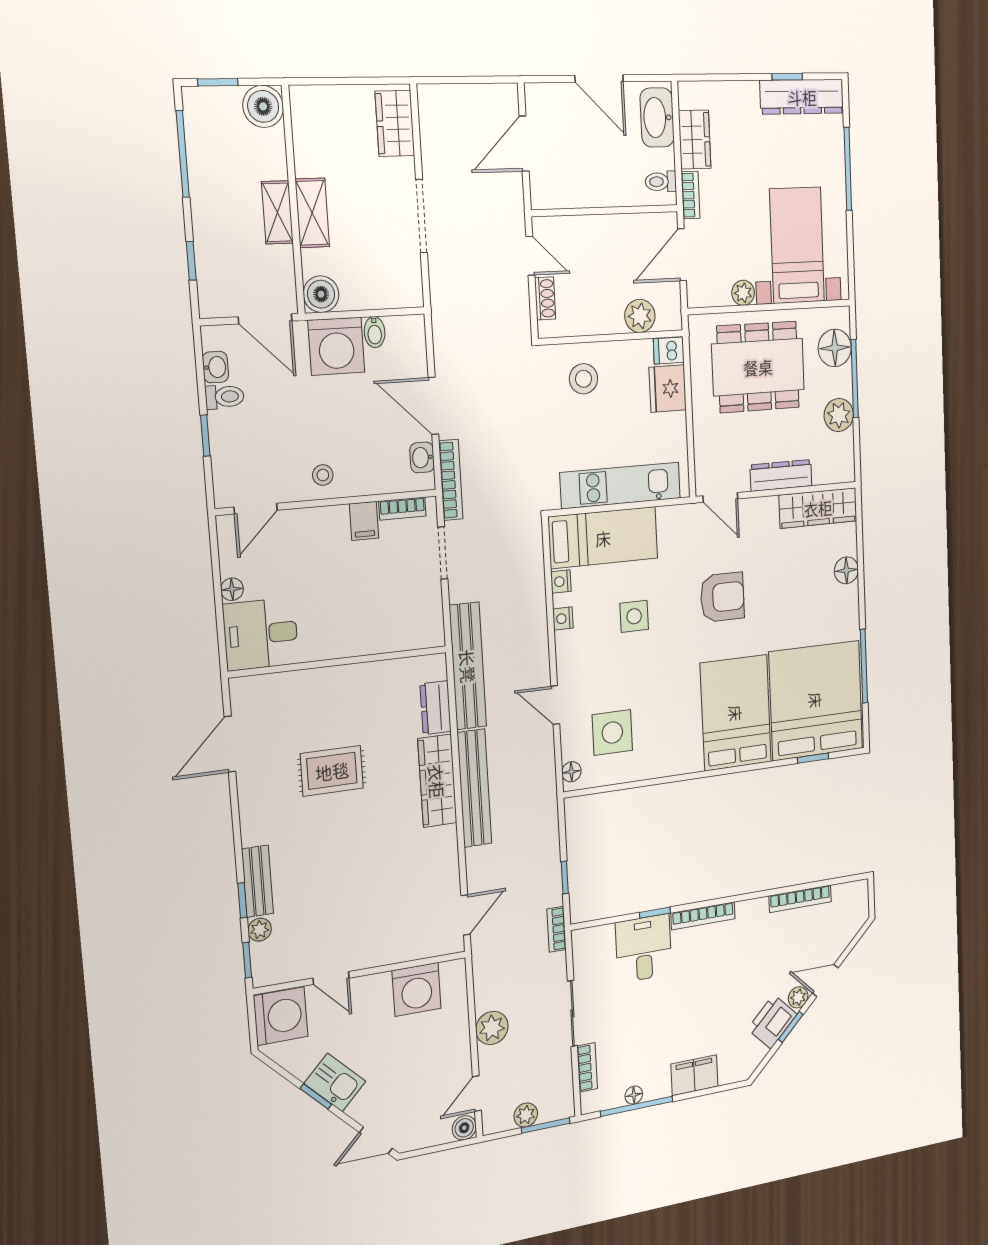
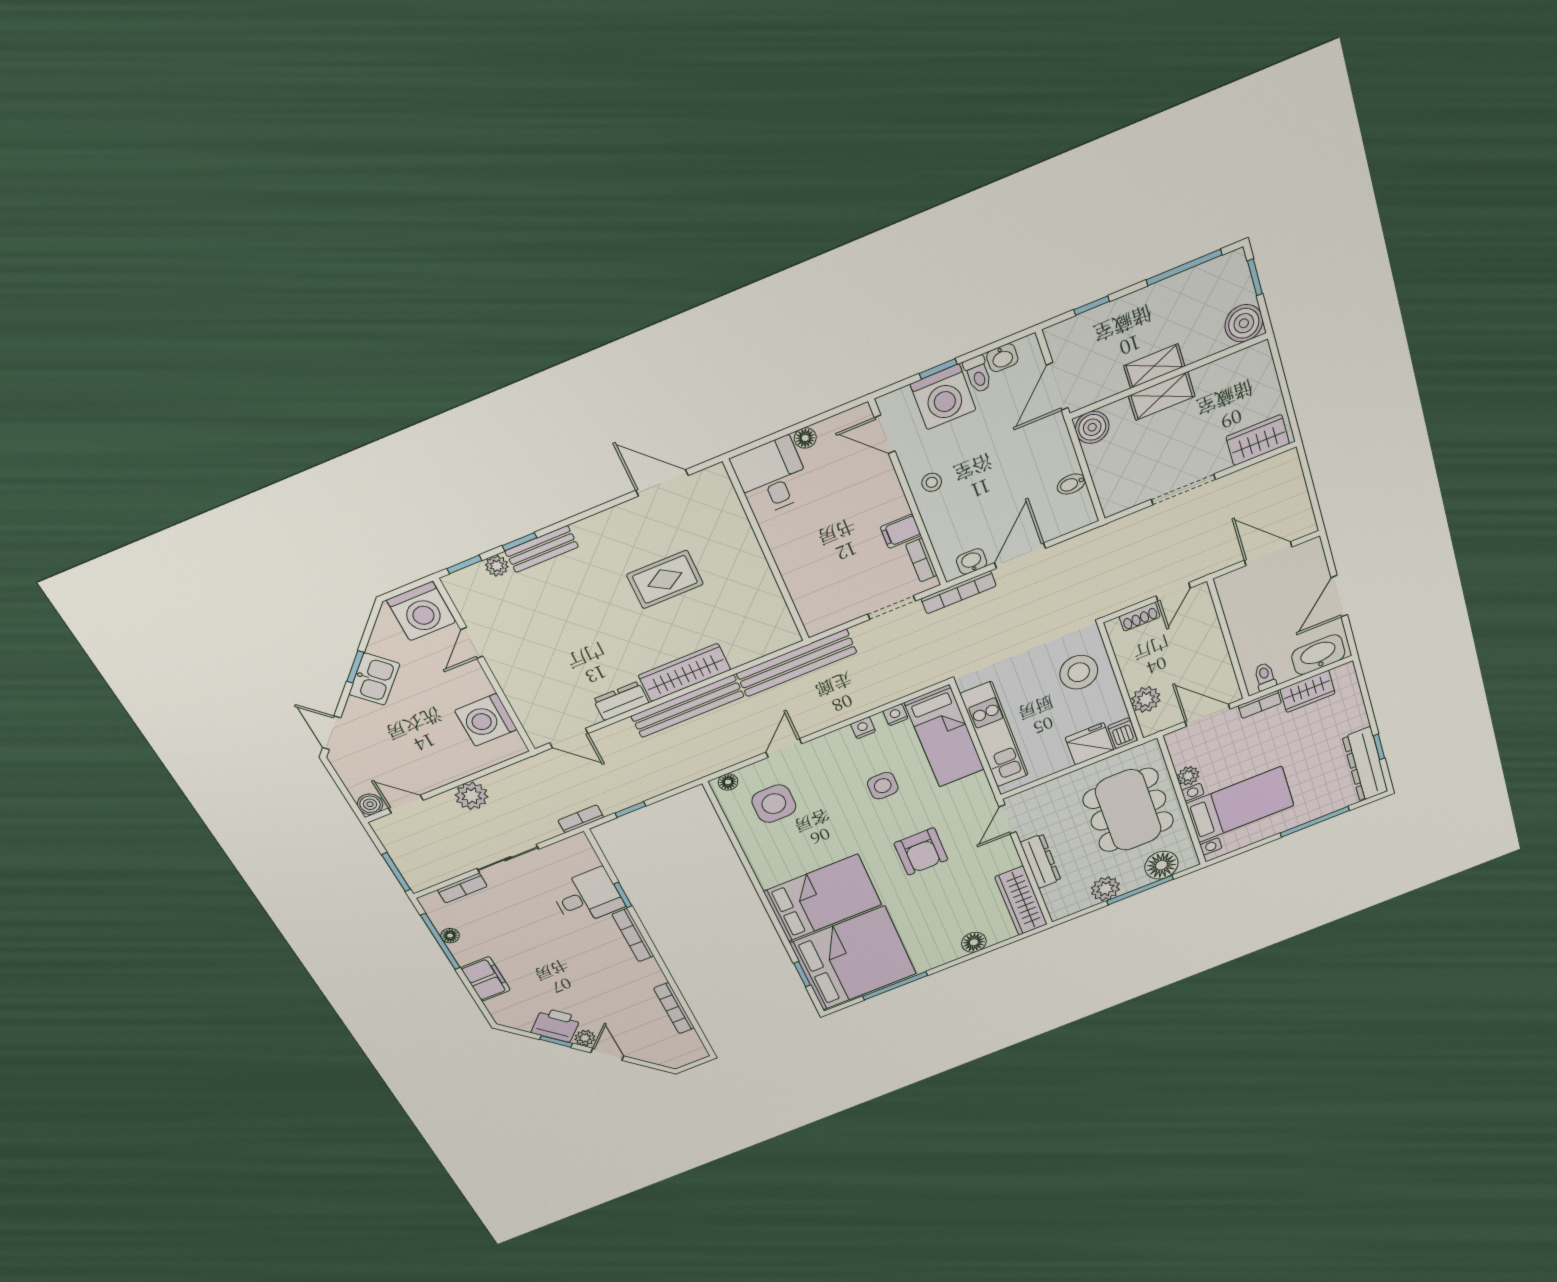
washing machine: (336, 346) -> (943, 397), moved, turned -90
stool: (584, 379) -> (1079, 672), width x1.38, depth x1.38
dresser: (436, 708) -> (621, 701), moved
rug: (332, 771) -> (665, 579), turned 90
plant: (526, 1115) -> (400, 852), removed

